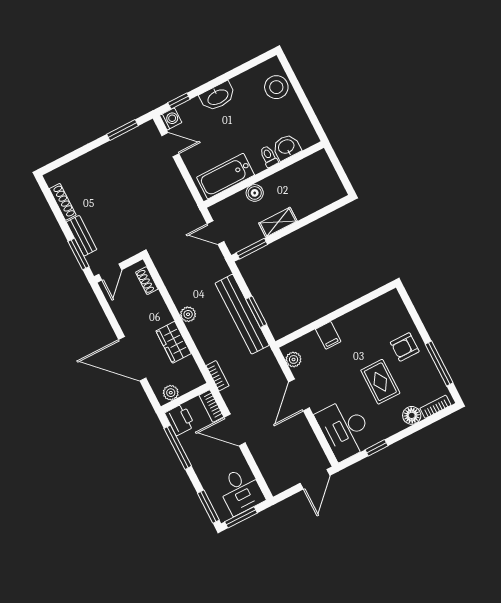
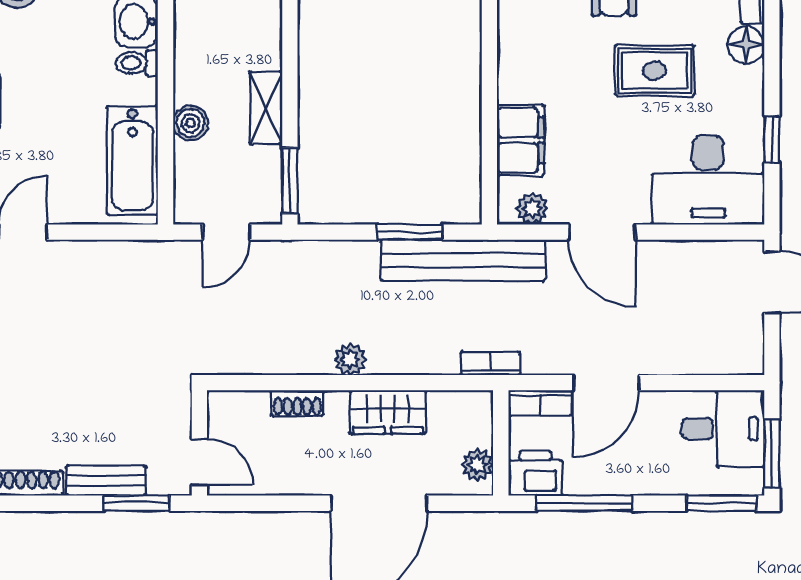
shoe rack: (147, 281) -> (297, 403), moved
bench: (242, 314) -> (463, 260), moved
filing cabinet: (328, 335) -> (521, 140), width x2.00

